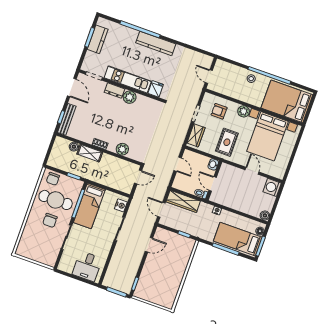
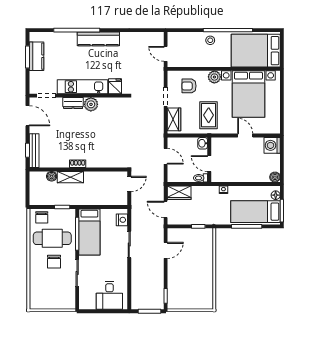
plant: (122, 149) -> (103, 161), removed
wardrobe: (183, 201) -> (179, 193), width x0.67

